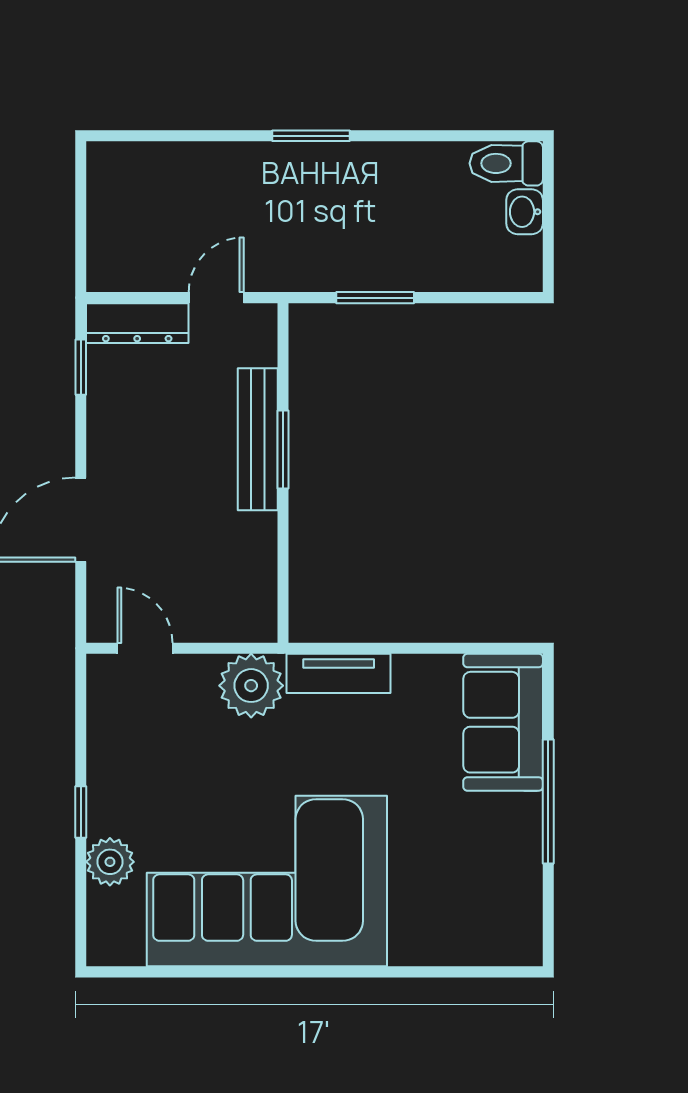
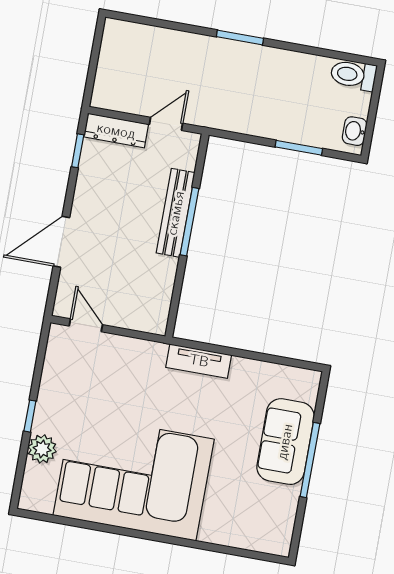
washbasin: (525, 212) -> (355, 131), moved
window: (375, 298) -> (299, 148), moved
window: (283, 450) -> (189, 222), width x1.44
plant: (251, 686) -> (145, 359), removed
sofa: (503, 722) -> (285, 442), moved

